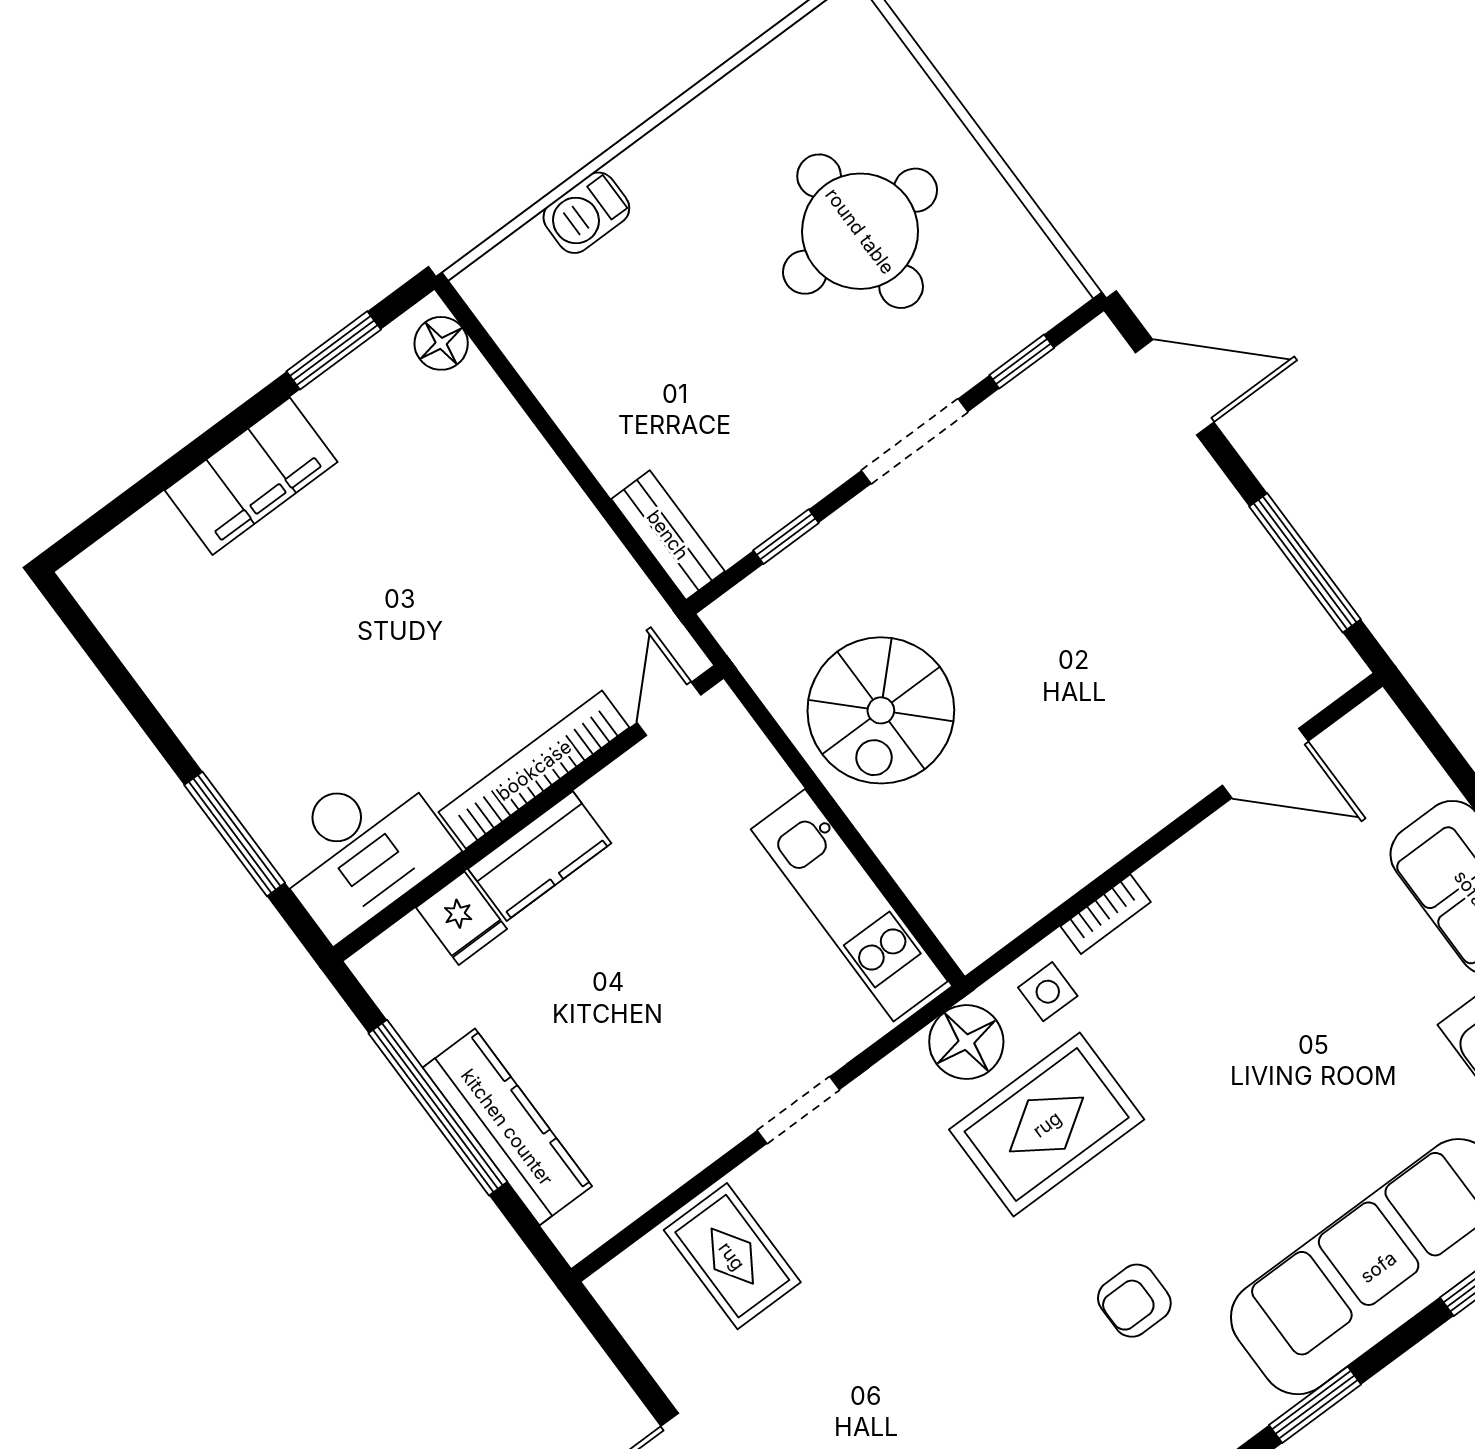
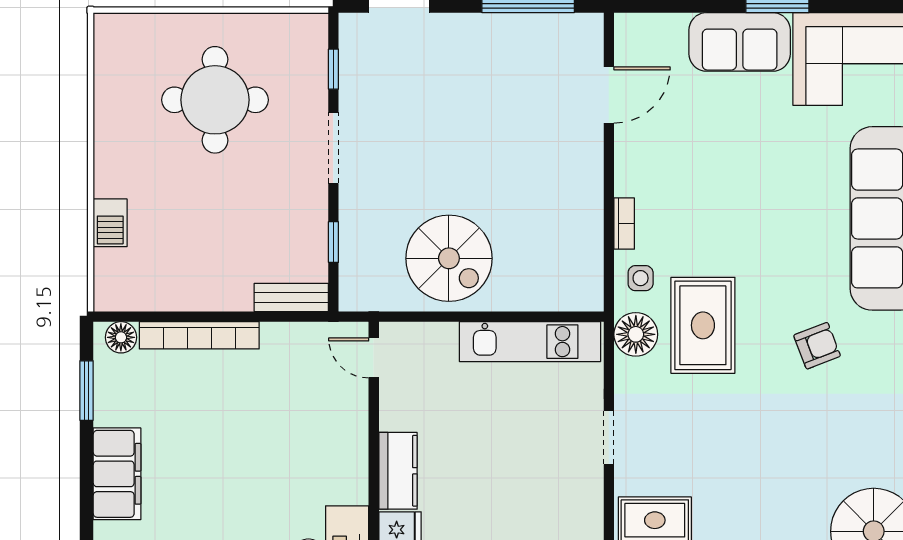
bookcase: (534, 770) -> (199, 335), moved, turned -90
armchair: (1134, 1301) -> (817, 346), turned -111

